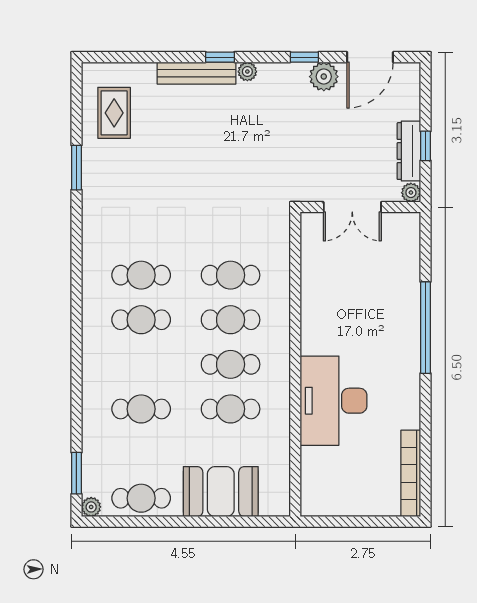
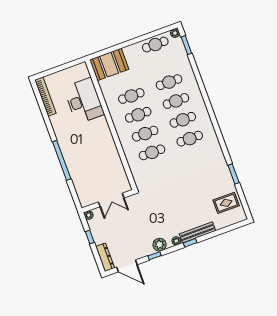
door: (370, 57) -> (127, 266), swing flipped
plant: (324, 77) -> (160, 245), moved
rug: (114, 113) -> (226, 203), turned 90
dresser: (409, 151) -> (105, 257), moved
double door: (352, 207) -> (111, 200), swing flipped
cafe table: (141, 364) -> (176, 101), added
desk: (334, 401) -> (84, 101), moved
booth: (221, 492) -> (109, 65), moved

